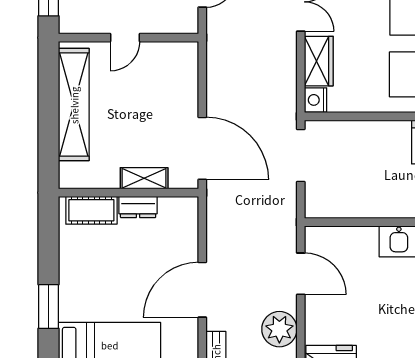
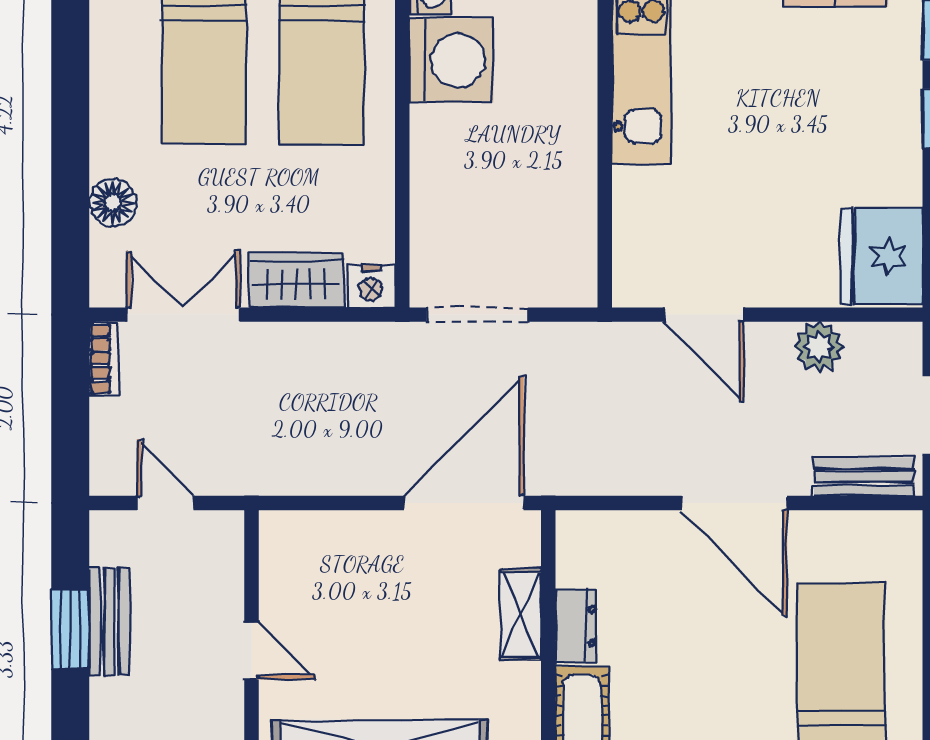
door: (301, 274) -> (704, 315), swing flipped
plant: (279, 329) -> (819, 346), width x0.73, depth x0.73

